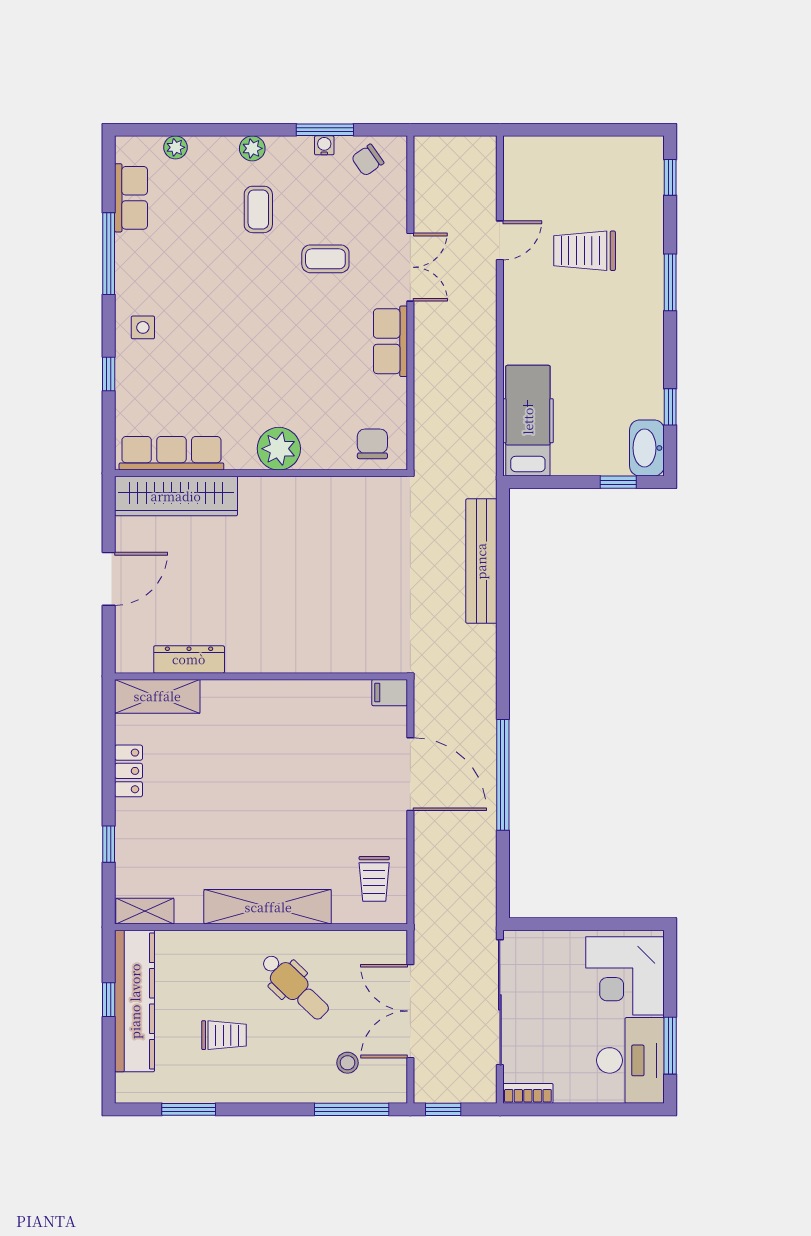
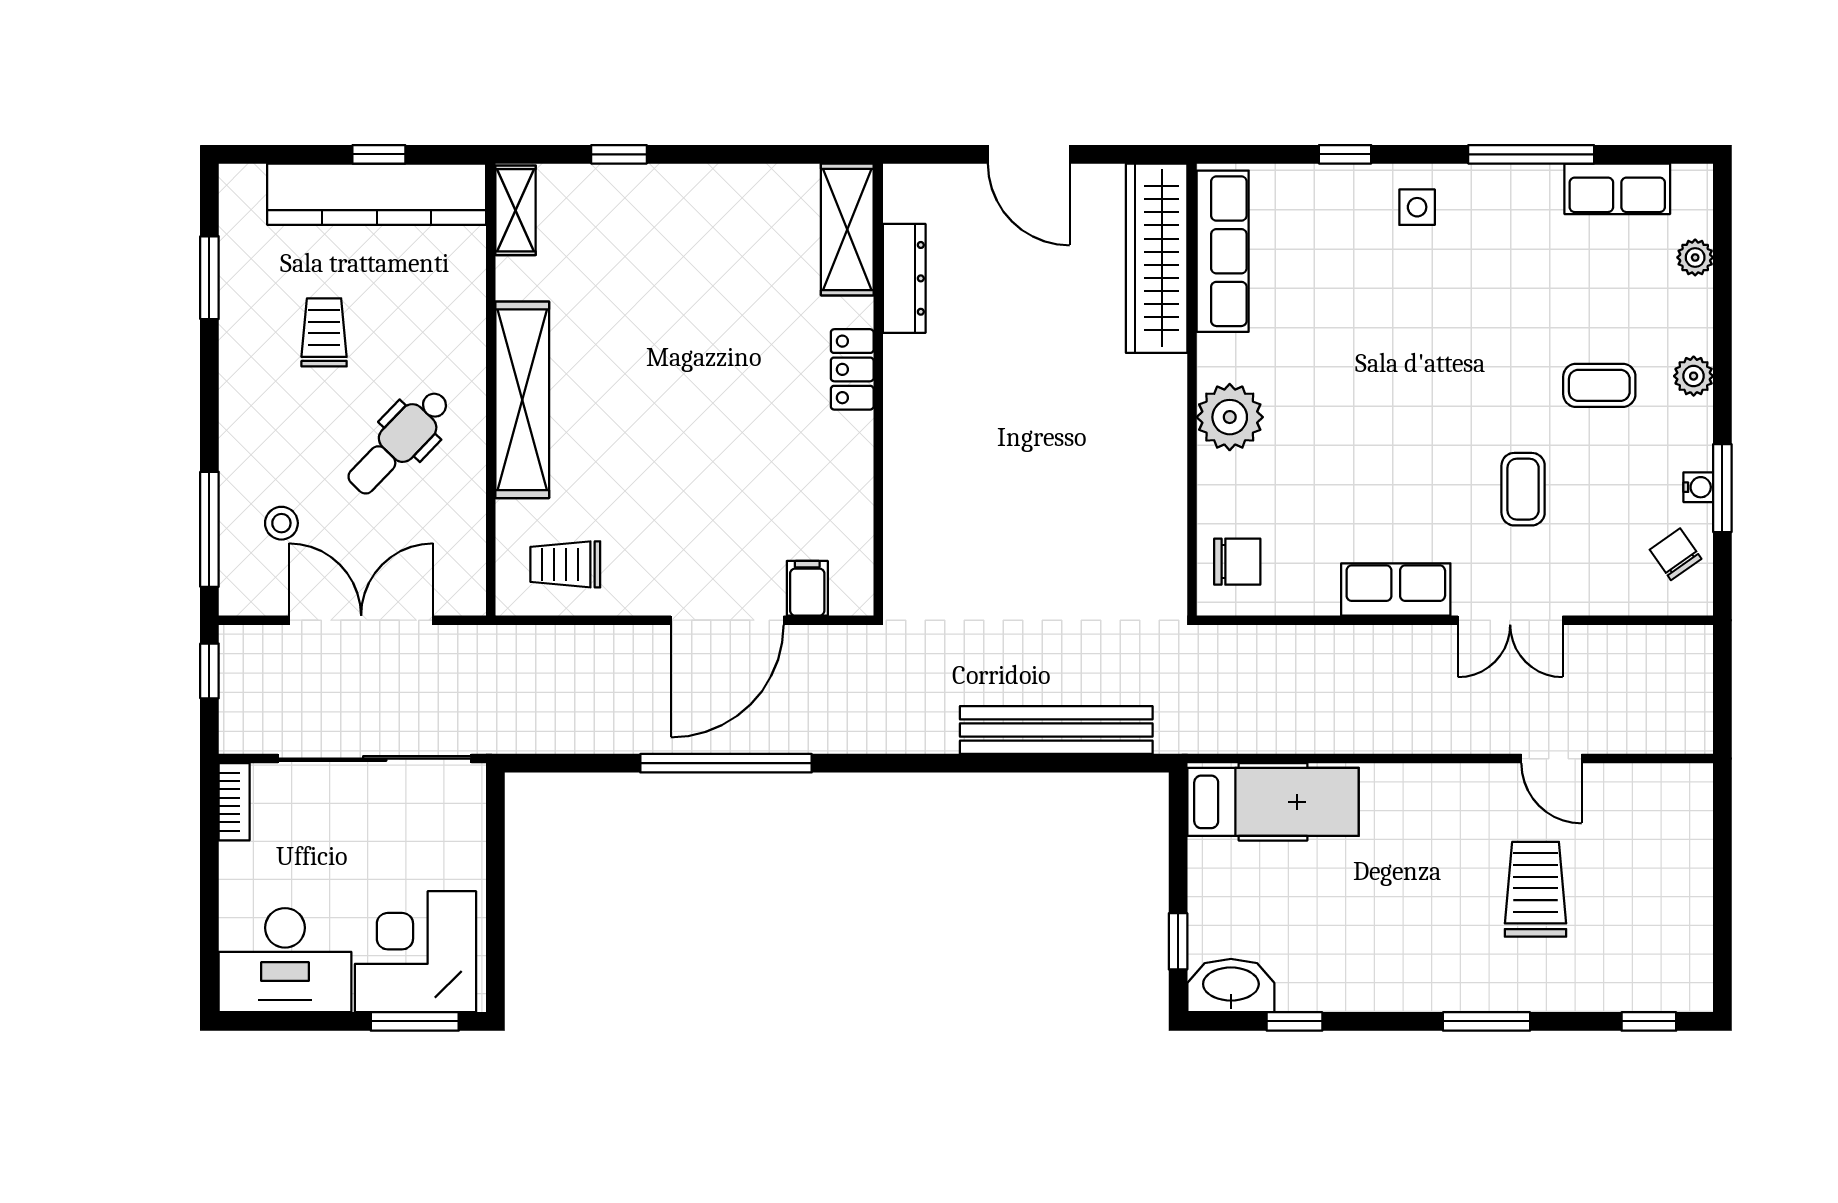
filing cabinet: (390, 693) -> (807, 588), moved
locker: (129, 771) -> (852, 369), moved, turned 90
trolley: (224, 1035) -> (324, 332), turned 180
window: (670, 1046) -> (415, 1021), moved

